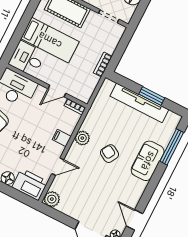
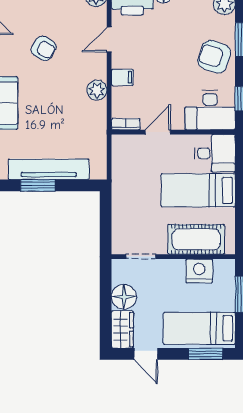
bookcase: (103, 64) -> (118, 194), removed
armchair: (110, 154) -> (44, 48), moved

